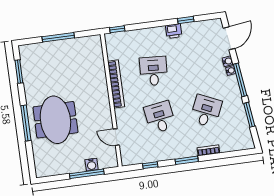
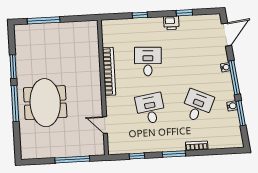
window: (117, 29) -> (140, 15), moved
window: (58, 37) -> (44, 20), moved
water cooler: (228, 61) -> (232, 106), moved
window: (19, 72) -> (13, 67), moved
water cooler: (92, 165) -> (78, 151), removed

